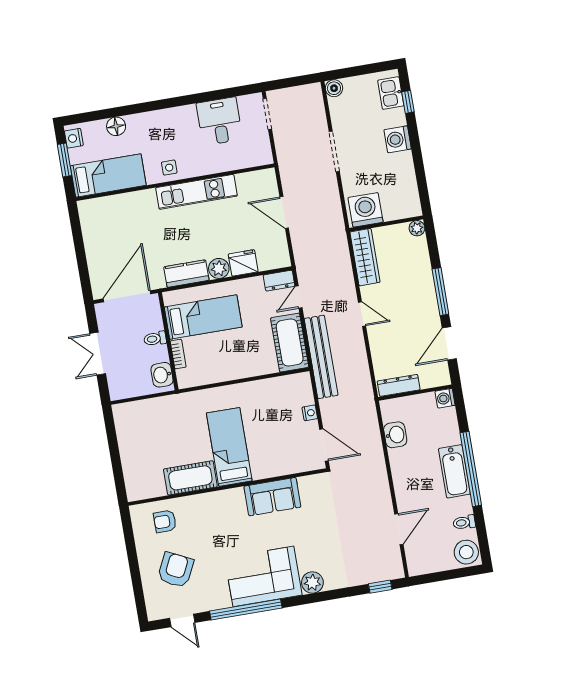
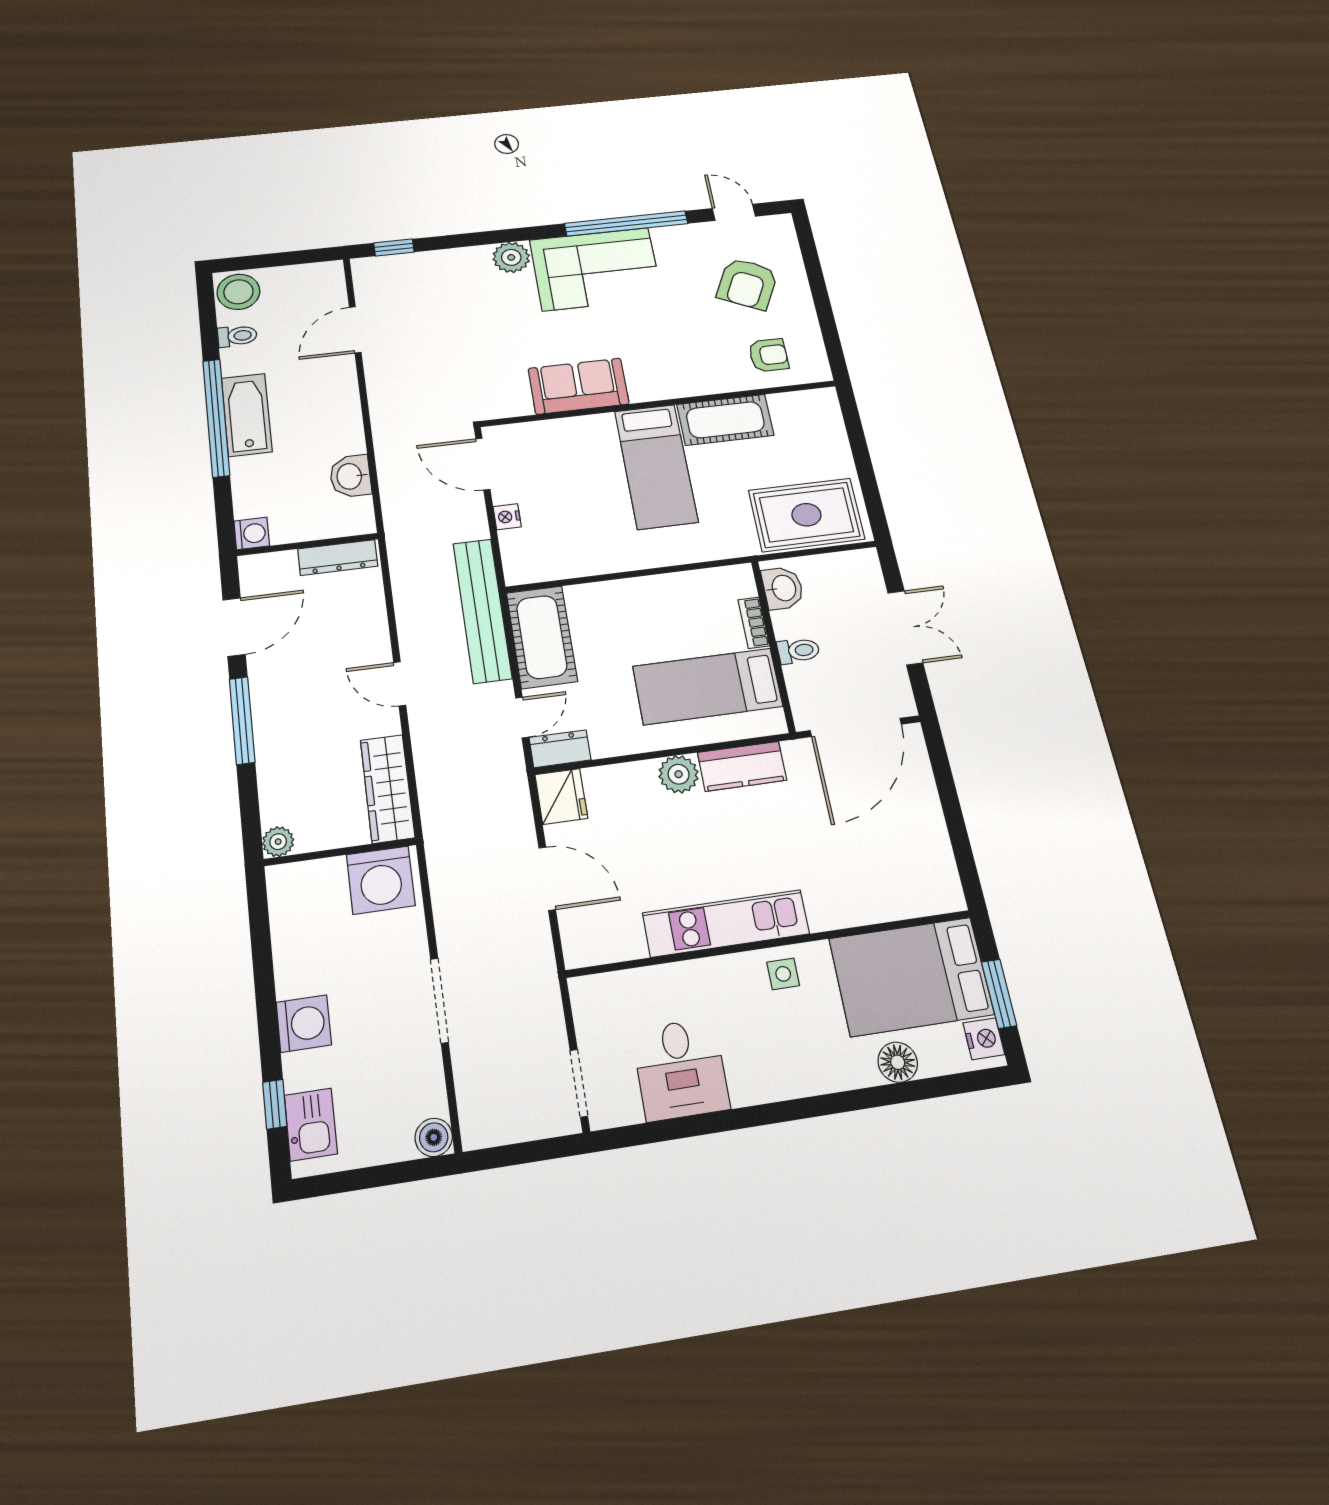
bed: (108, 175) -> (911, 976), width x1.50
fridge: (243, 263) -> (561, 796), moved, turned -90
rug: (147, 420) -> (806, 515), added

